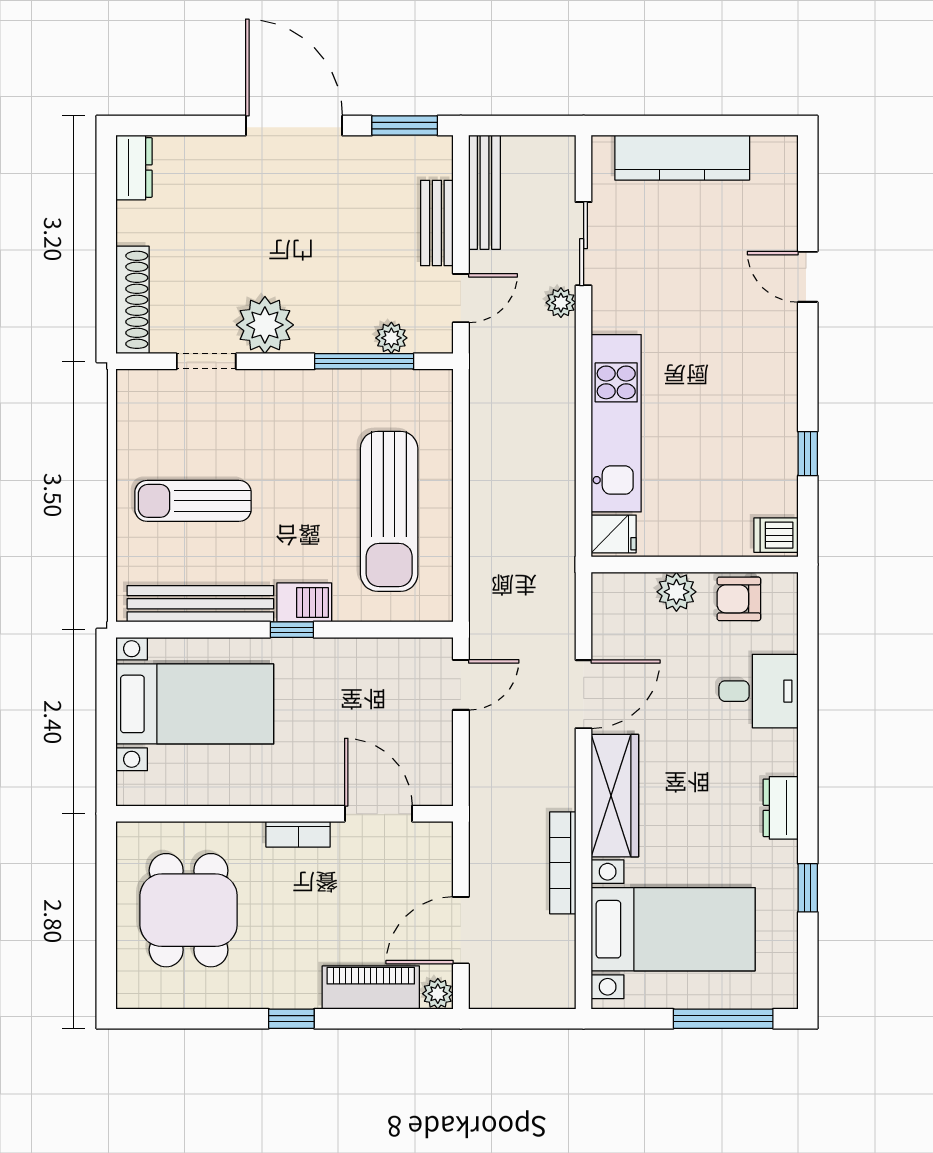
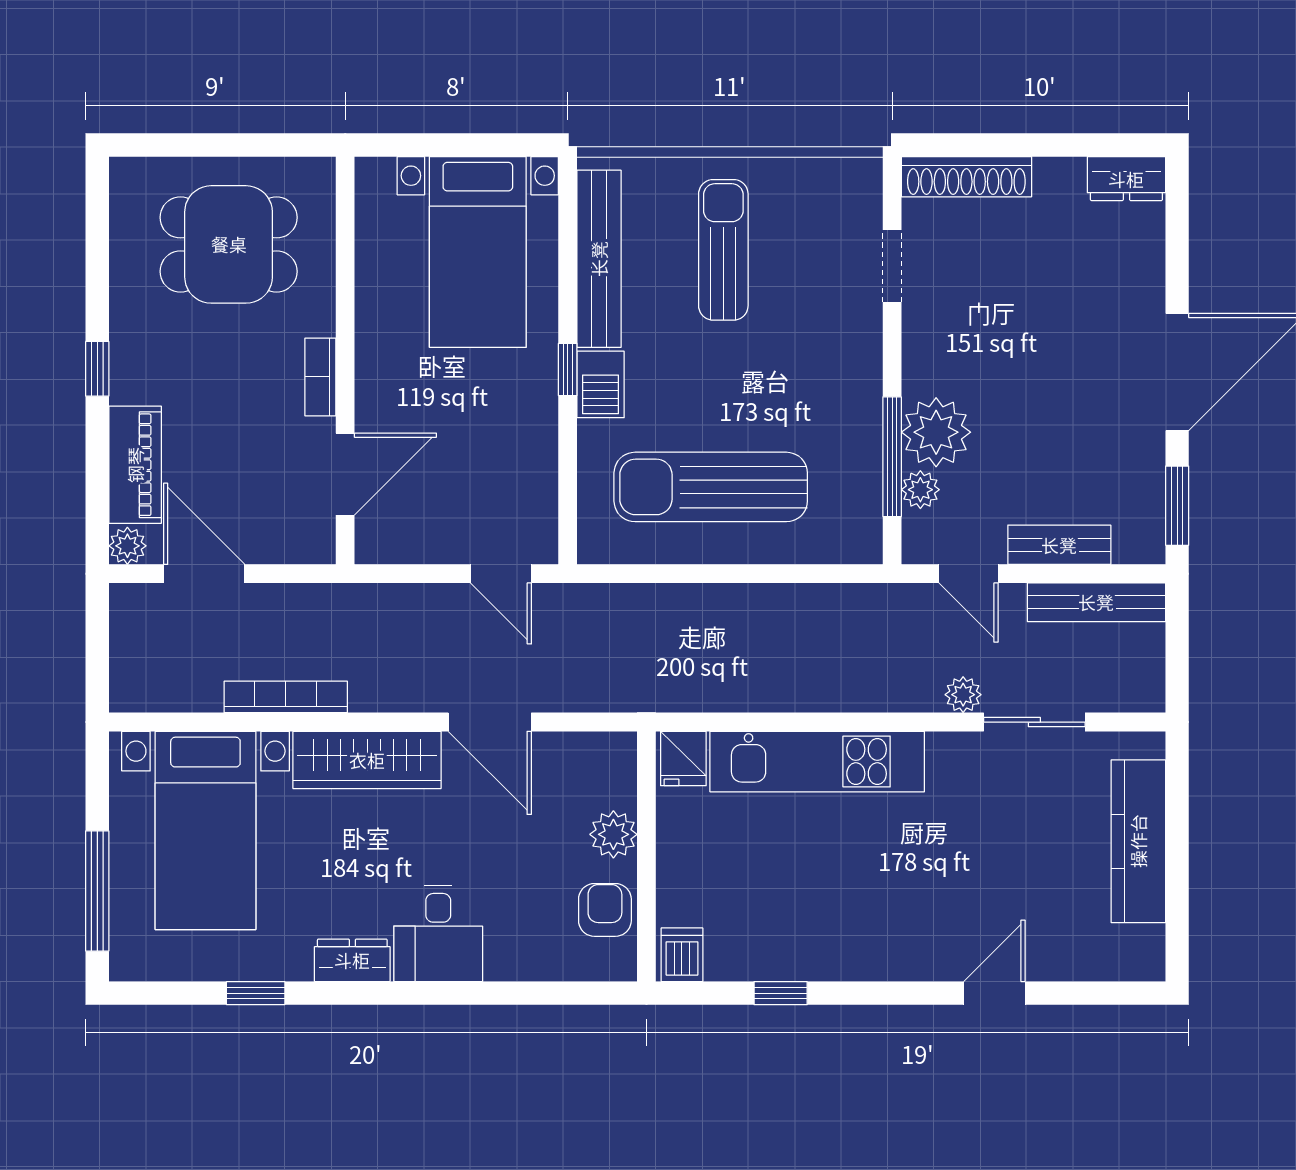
plant: (265, 325) -> (936, 432), moved
desk: (759, 691) -> (438, 934), moved

